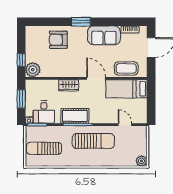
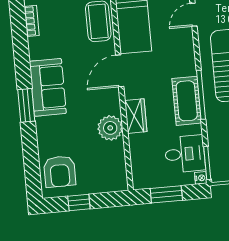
sofa: (104, 35) -> (48, 87), moved
armchair: (58, 40) -> (60, 171), moved
window: (21, 60) -> (79, 202), moved
plant: (33, 70) -> (110, 128), moved

